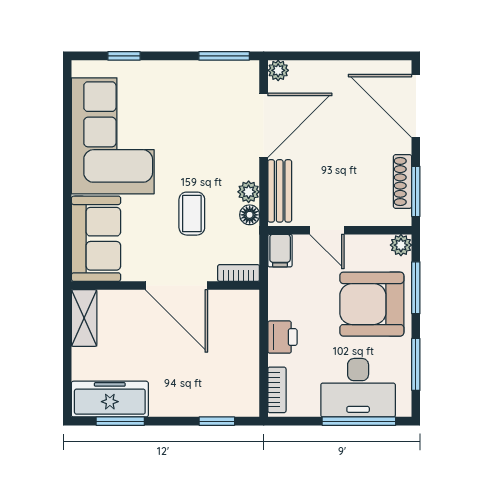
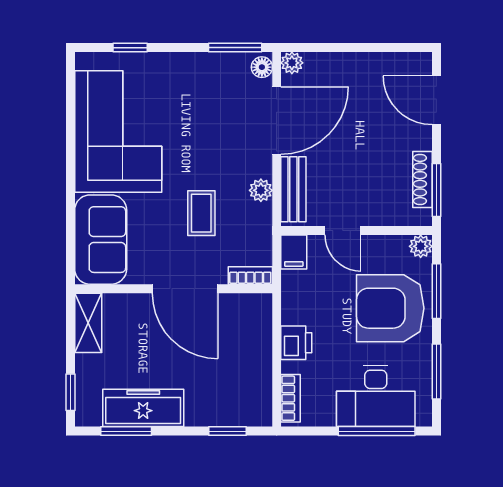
door: (416, 106) -> (436, 100), width x0.73
floor lamp: (250, 215) -> (262, 67), moved
window: (67, 384) -> (70, 392), added
freezer: (110, 399) -> (143, 408), moved

